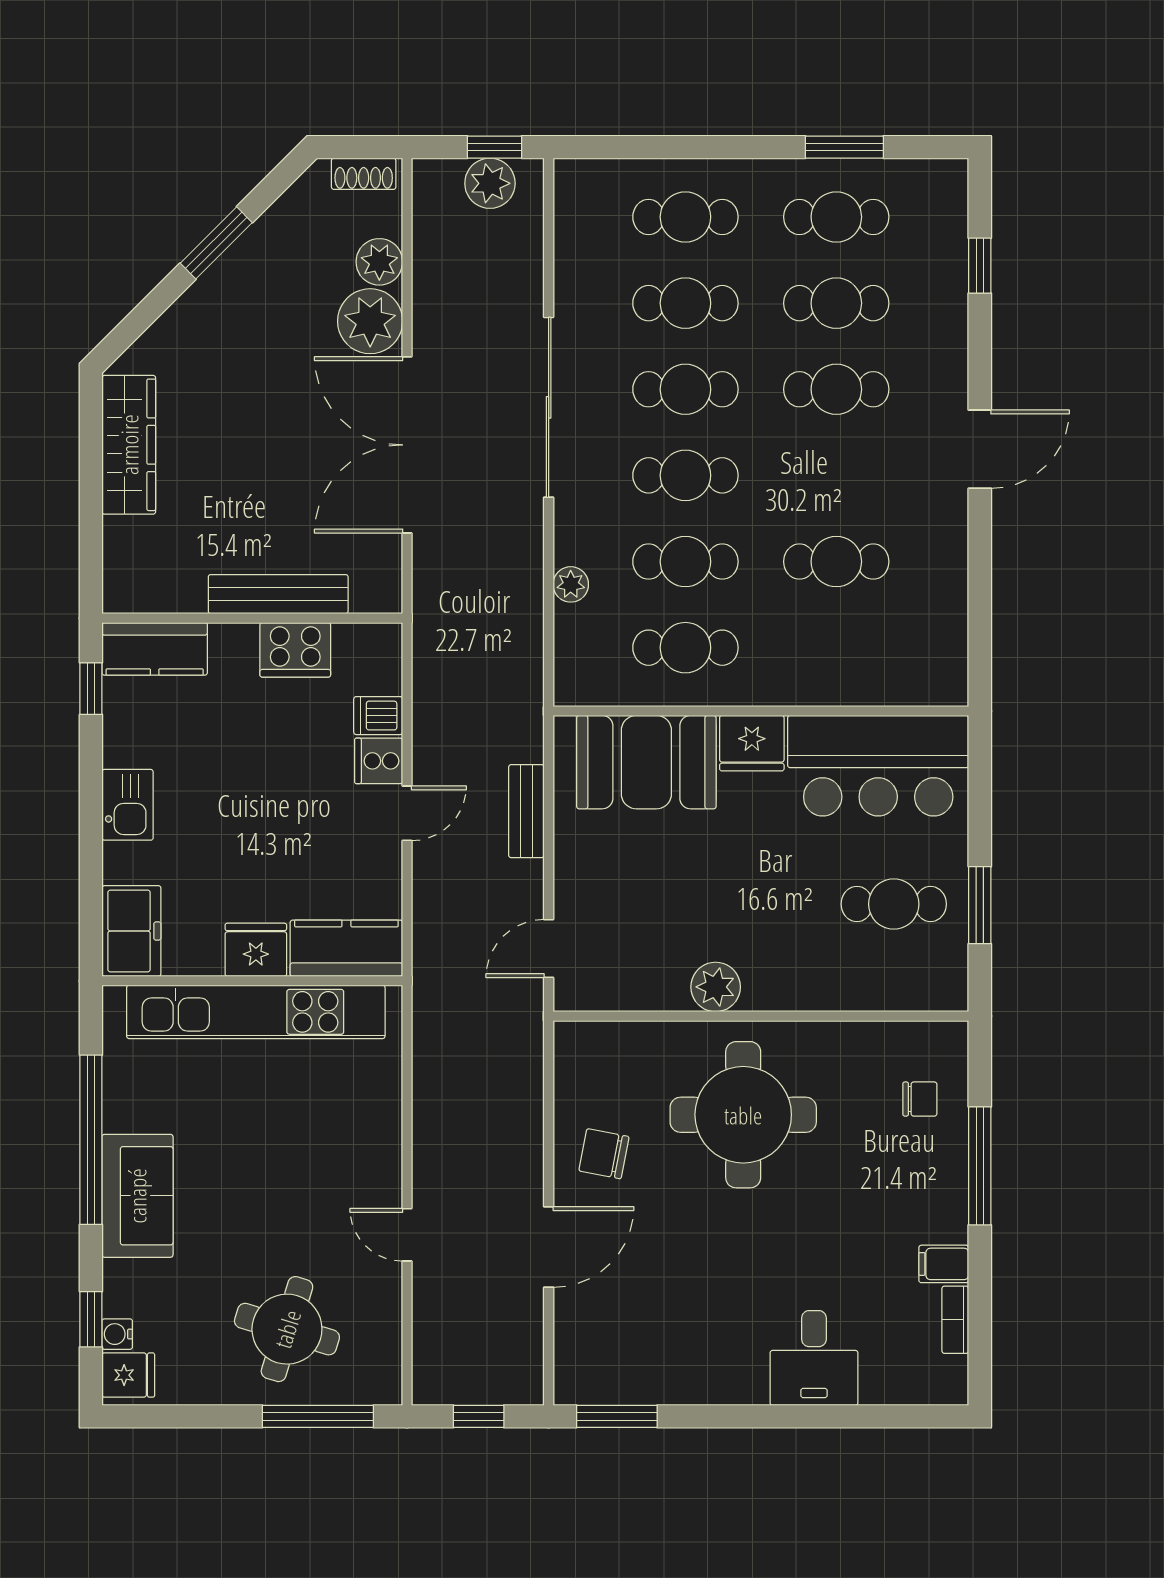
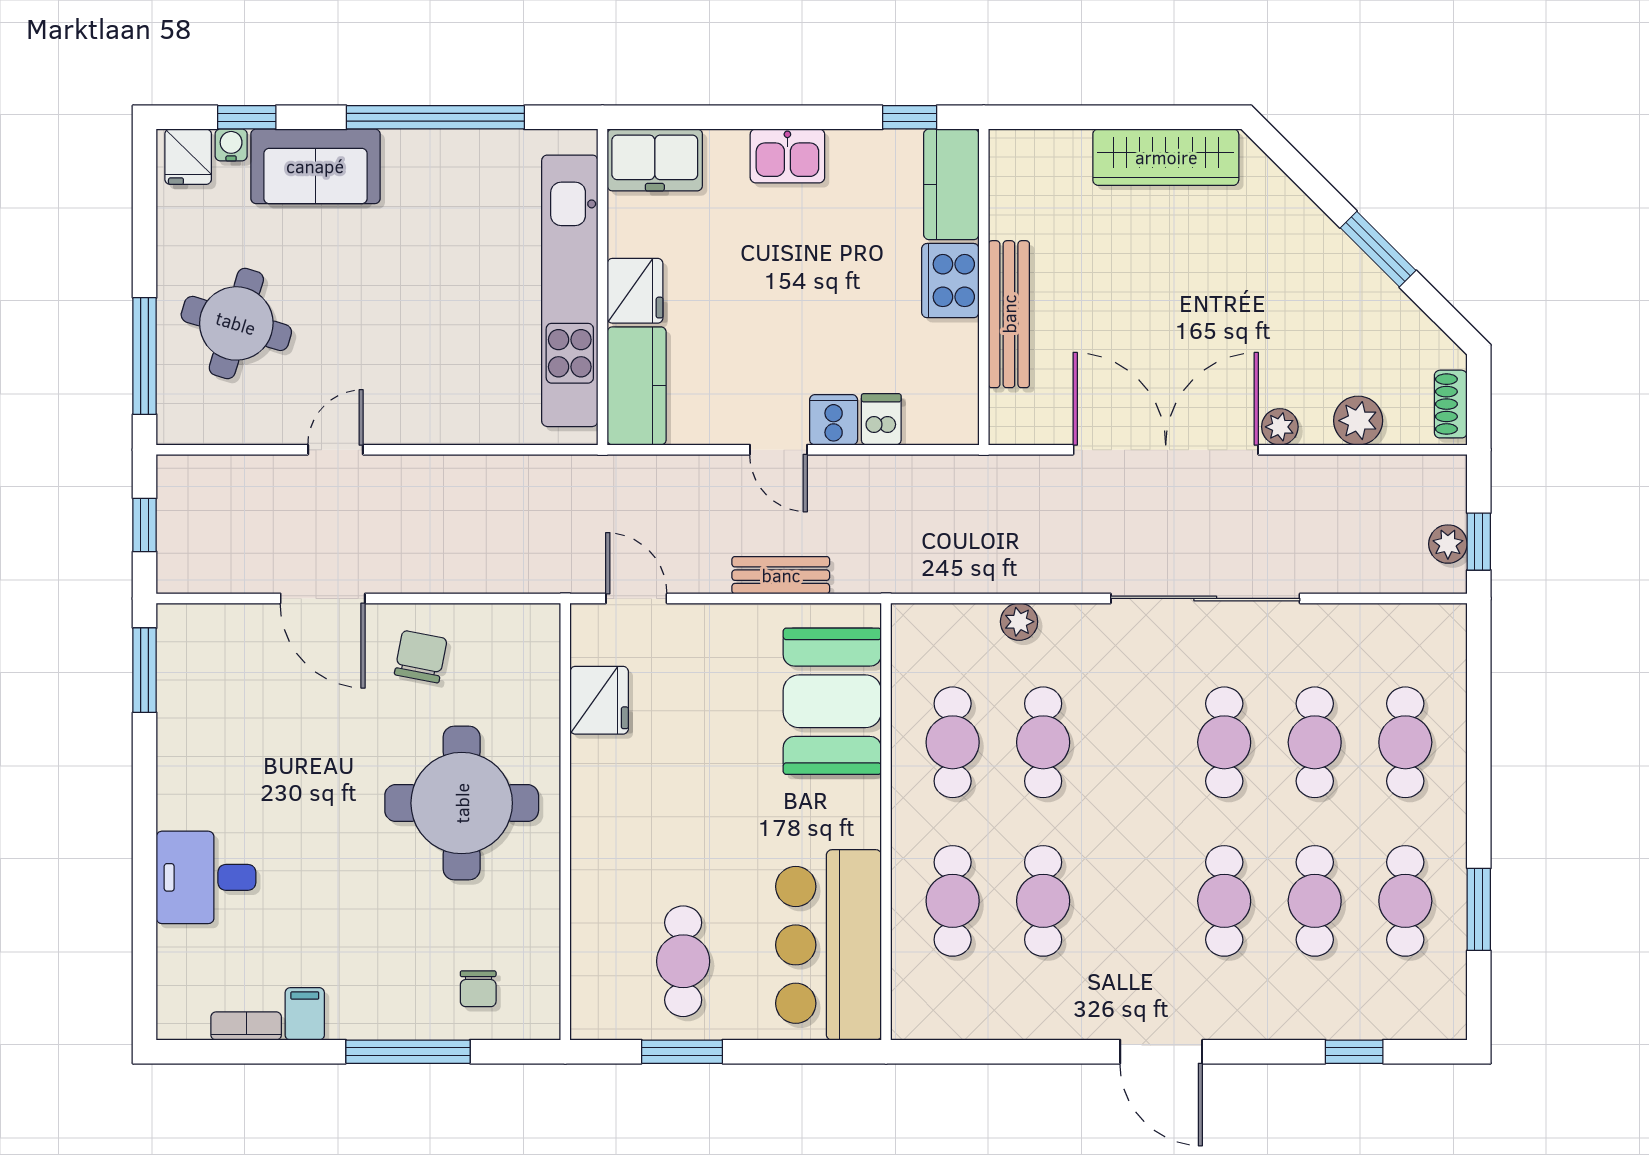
plant: (490, 183) -> (1448, 544), width x0.73, depth x0.73
plant: (370, 321) -> (1280, 427), width x0.53, depth x0.53
cafe table: (685, 475) -> (953, 901), moved
cooker: (295, 650) -> (950, 281), moved
fridge: (752, 743) -> (599, 700), moved, turned 180
plant: (716, 987) -> (596, 774), removed
sofa: (137, 1196) -> (315, 166), moved

